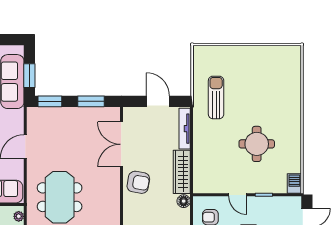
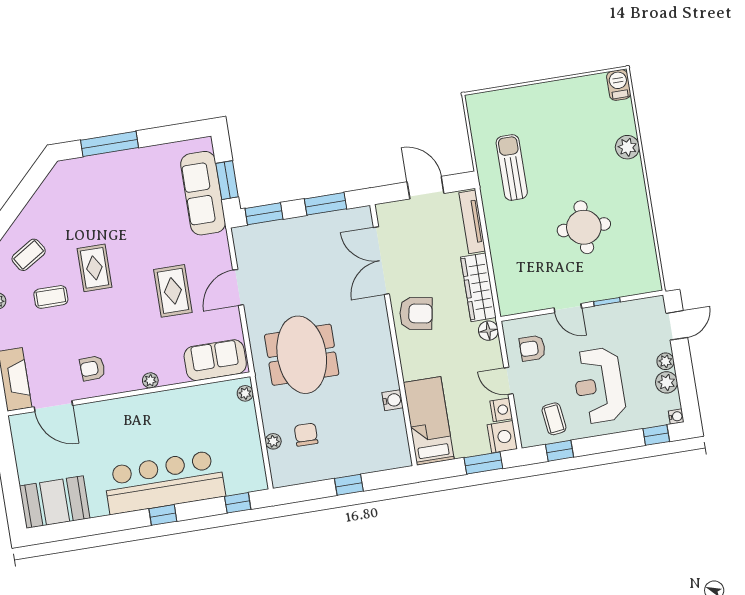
plant: (293, 96) -> (627, 147), added
barbecue: (294, 184) -> (619, 85), moved

